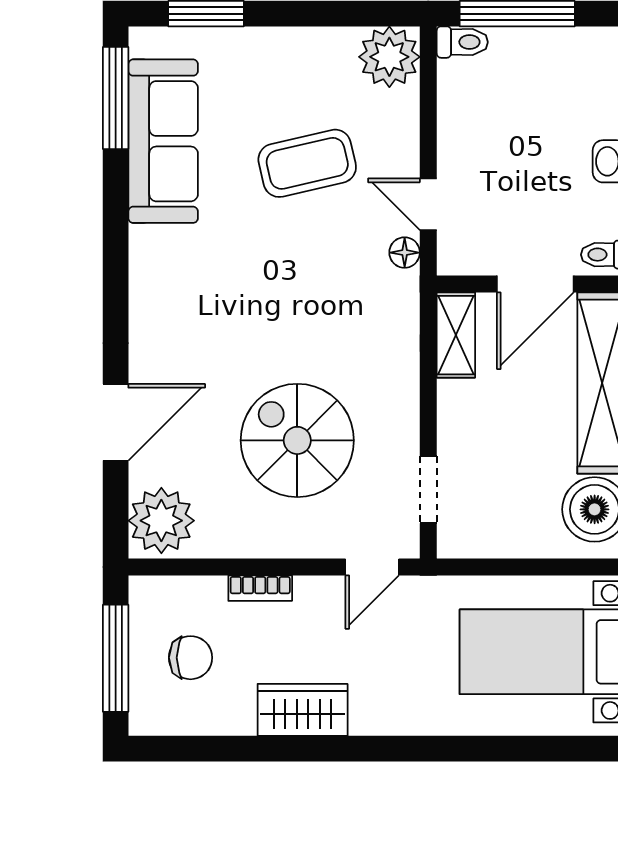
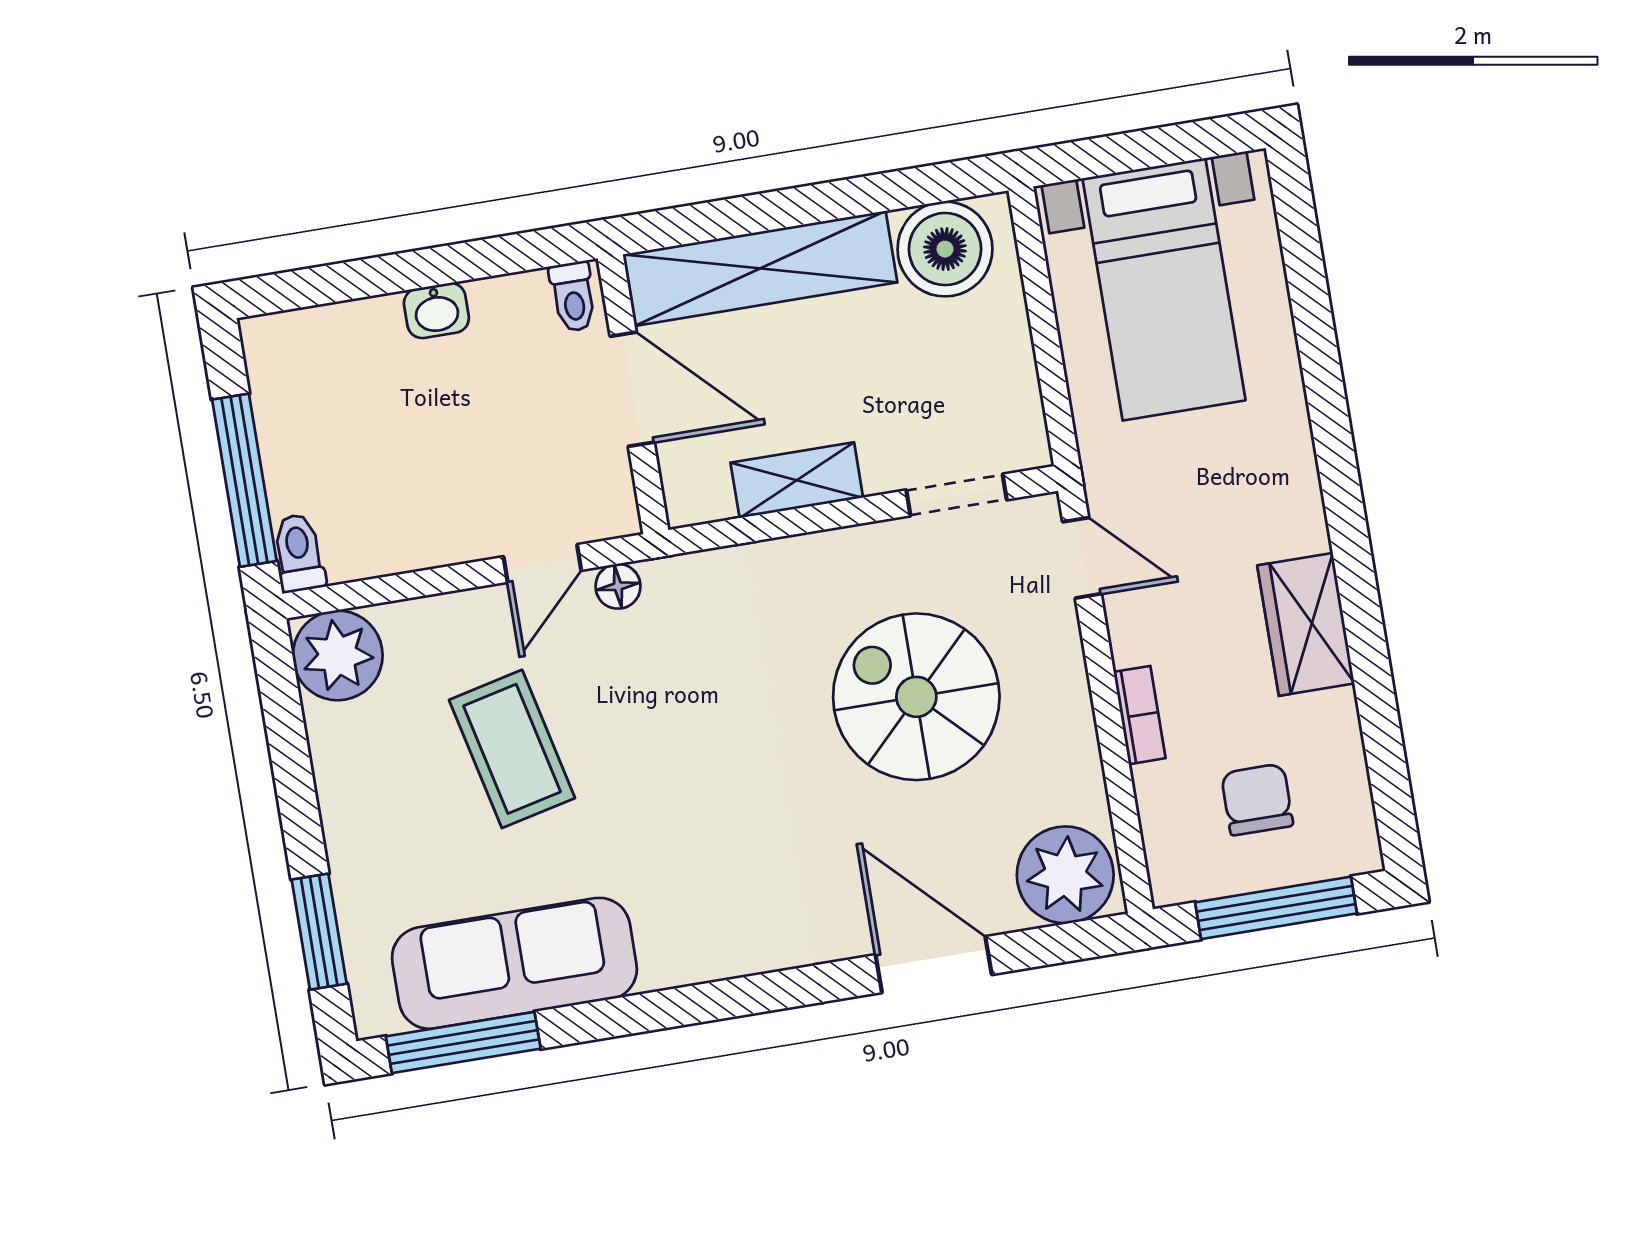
shelving: (456, 335) -> (797, 480), moved
spiral stairs: (297, 440) -> (916, 697), turned 90

